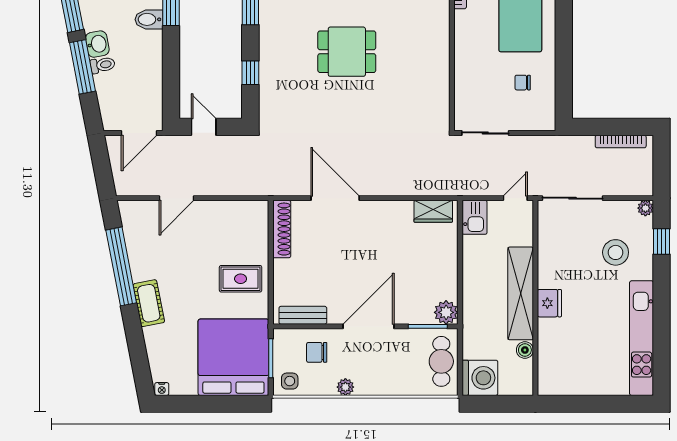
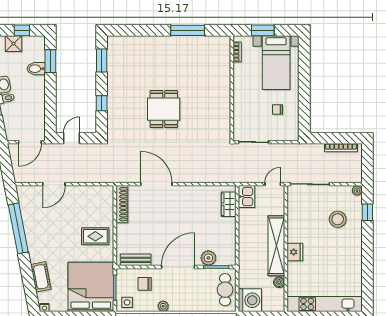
dining table: (347, 52) -> (164, 109), moved, turned 90
door: (204, 127) -> (72, 138), hinge flipped
wardrobe: (433, 211) -> (229, 204), moved, turned 90
cot: (149, 303) -> (41, 277), moved
plant: (446, 312) -> (208, 258), moved
kitchen unit: (642, 338) -> (324, 304), moved, turned 90

